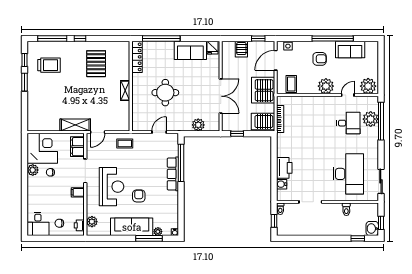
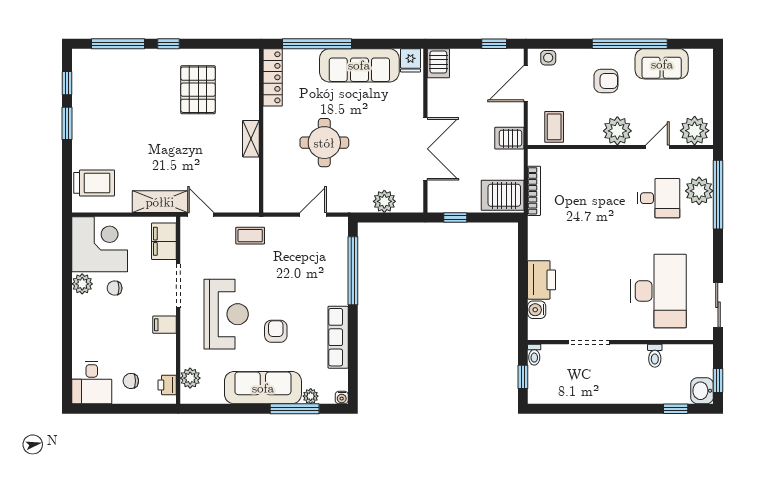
server rack: (241, 49) -> (438, 63), moved
sofa: (190, 50) -> (359, 65), width x1.36
trolley: (49, 65) -> (94, 183), moved
server rack: (263, 90) -> (509, 138), width x0.46, depth x0.70
door: (98, 132) -> (201, 215), swing flipped
row of seats: (173, 174) -> (338, 337), moved

